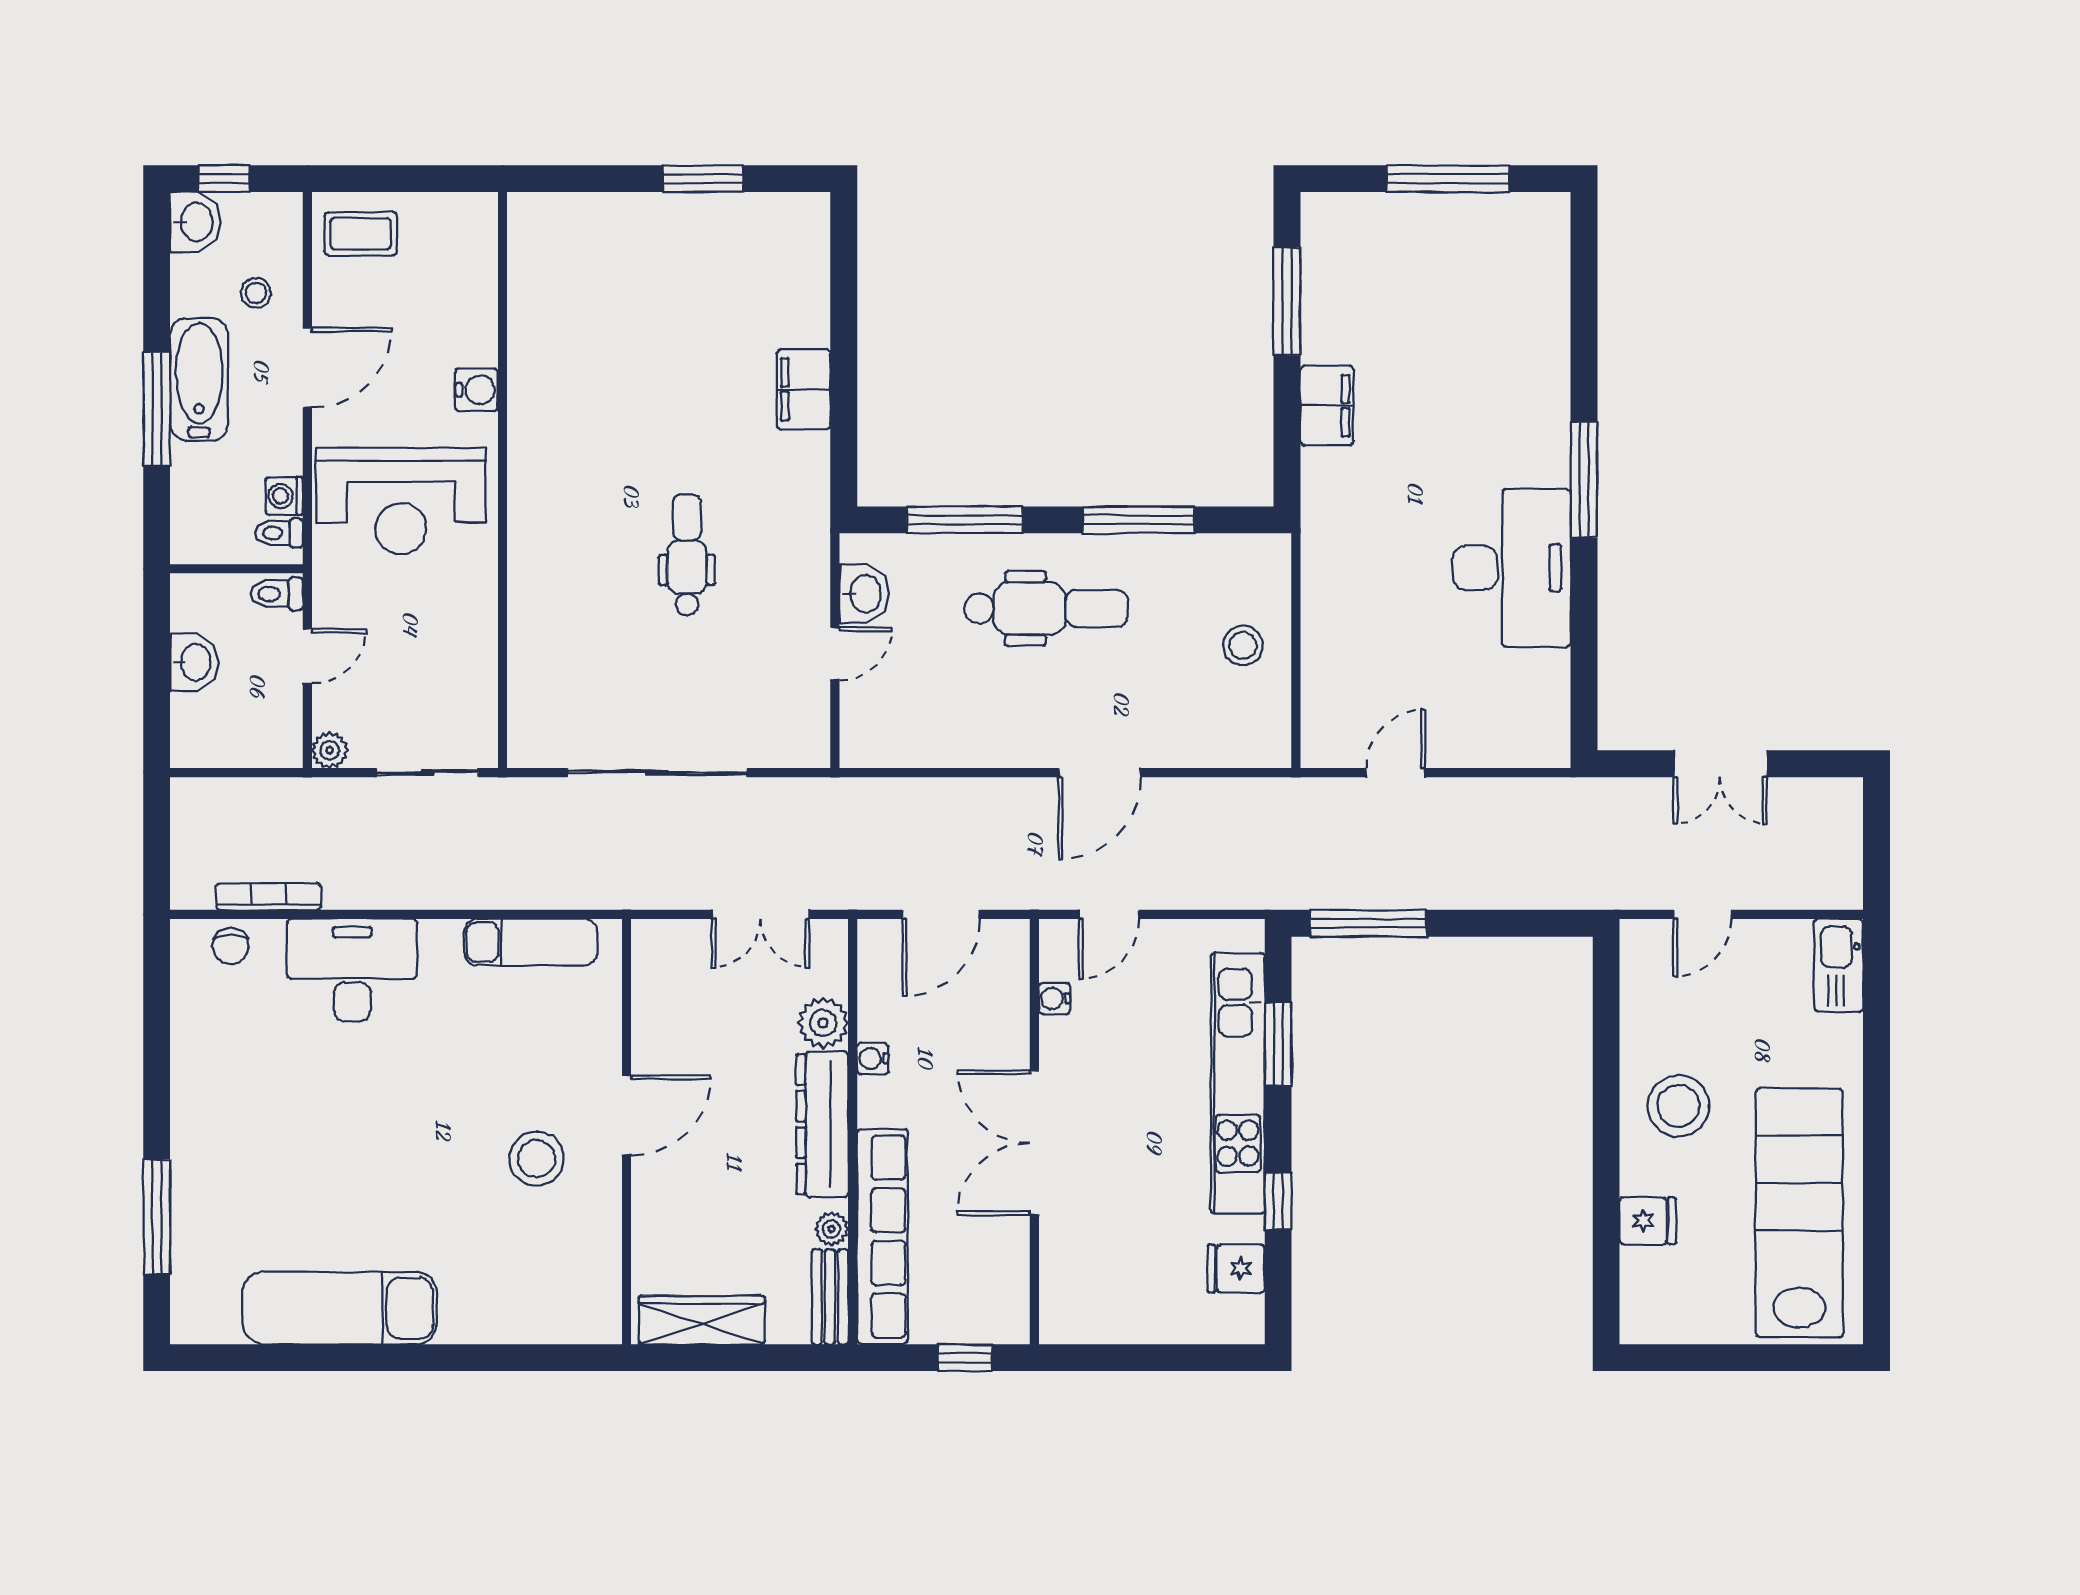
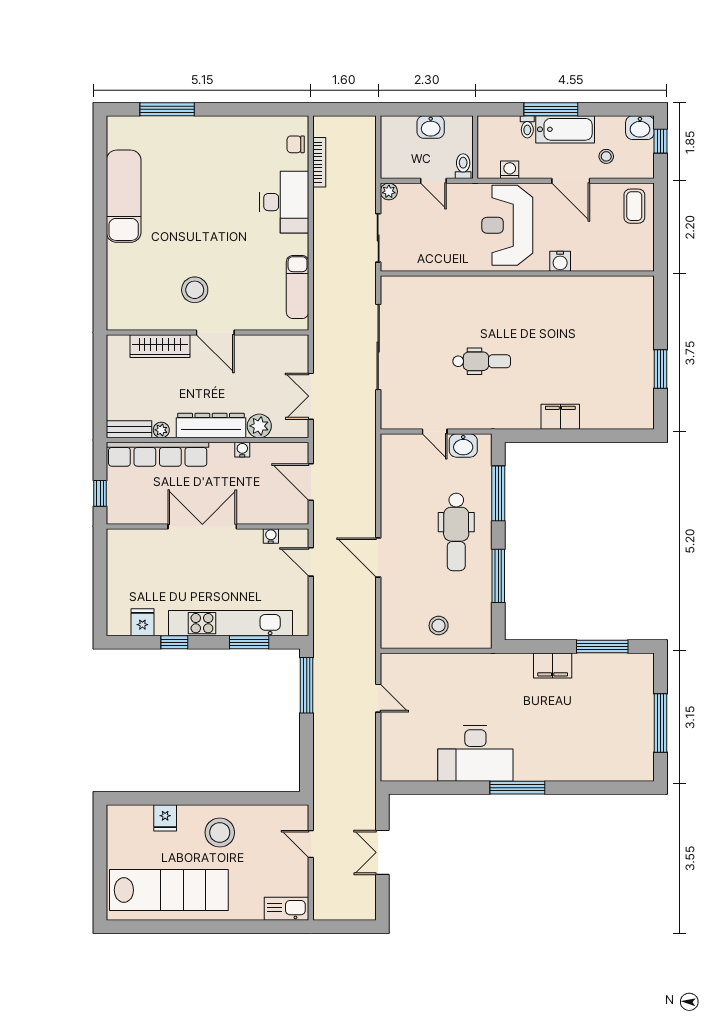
toilet: (279, 533) -> (527, 127), moved, turned 180
wardrobe: (702, 1320) -> (160, 346), moved, turned 90

